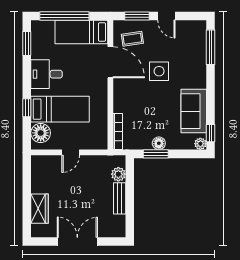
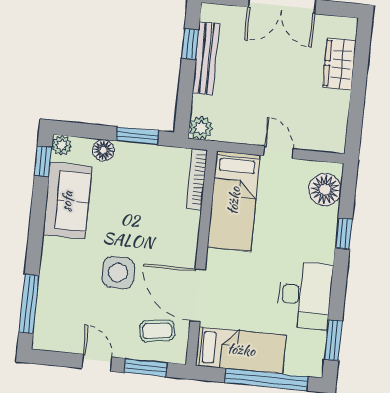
desk: (47, 74) -> (305, 295), width x1.37
bed: (60, 109) -> (234, 201), moved, turned -90
floor lamp: (159, 143) -> (103, 150), moved
door: (71, 152) -> (278, 152), hinge flipped
plant: (118, 174) -> (201, 128), moved
bench: (120, 198) -> (206, 58), width x1.36
window: (130, 212) -> (190, 44), added

